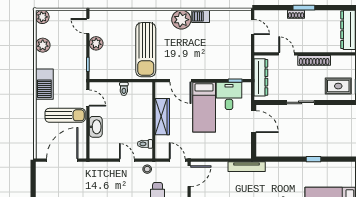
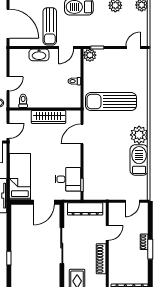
barbecue: (201, 16) -> (139, 160), width x1.88, depth x1.53
plant: (96, 43) -> (90, 55), moved
sliding door: (300, 102) -> (62, 246), width x1.37
bed: (204, 107) -> (20, 177), moved, turned 90

